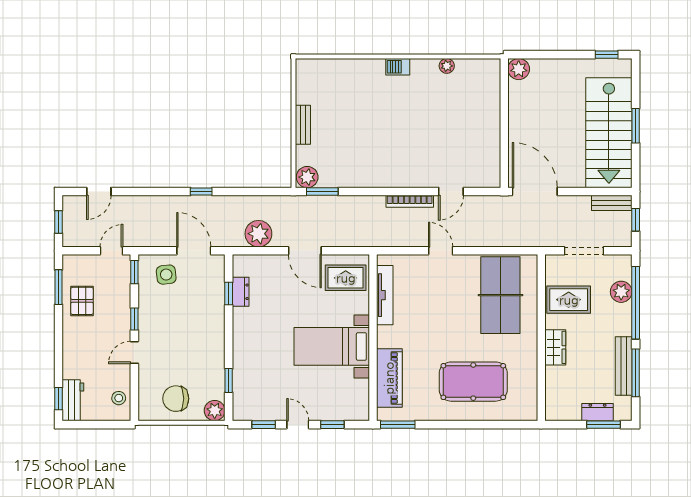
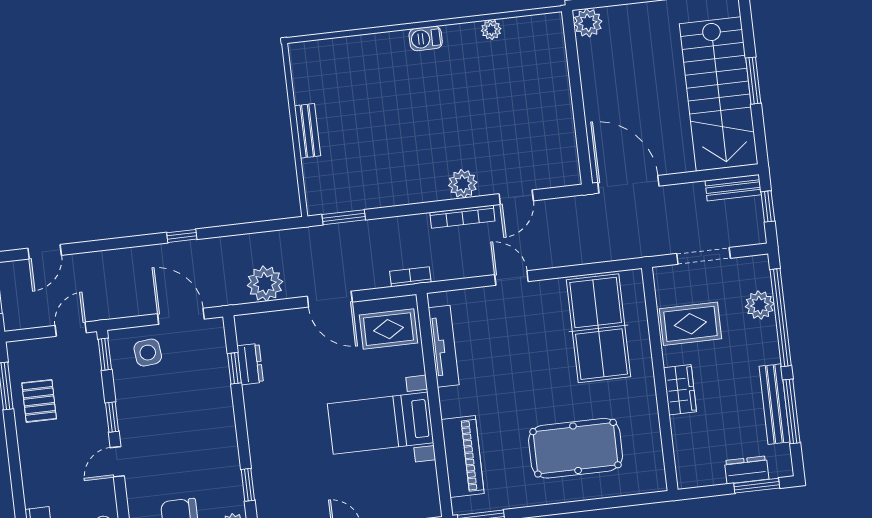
plant: (307, 177) -> (463, 184), moved
bookcase: (366, 241) -> (410, 277), added

